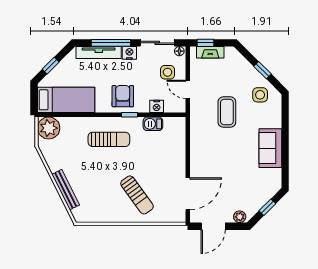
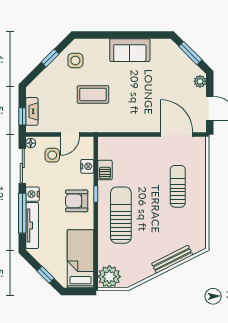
sun lounger: (109, 139) -> (121, 215), width x1.36, depth x1.34
sun lounger: (137, 195) -> (178, 186), turned -54
window: (267, 207) -> (190, 53), width x1.50

